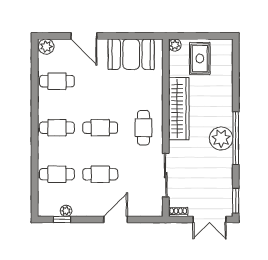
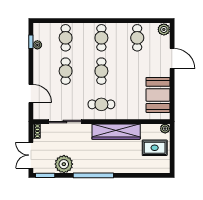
door: (84, 36) -> (172, 59), swing flipped
plant: (221, 138) -> (64, 164), moved
door: (116, 219) -> (31, 94), moved

